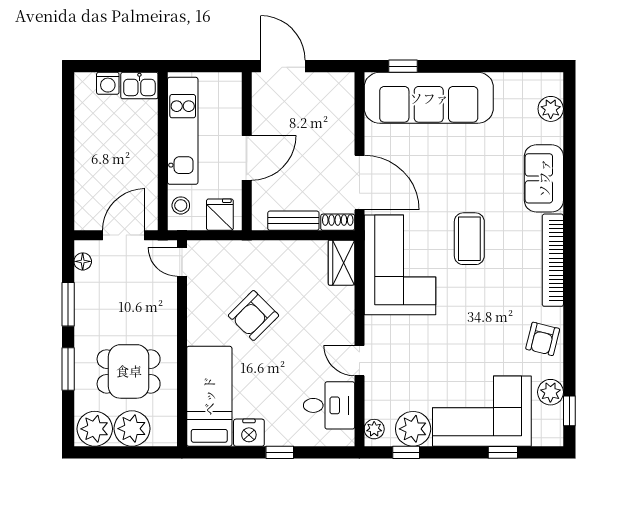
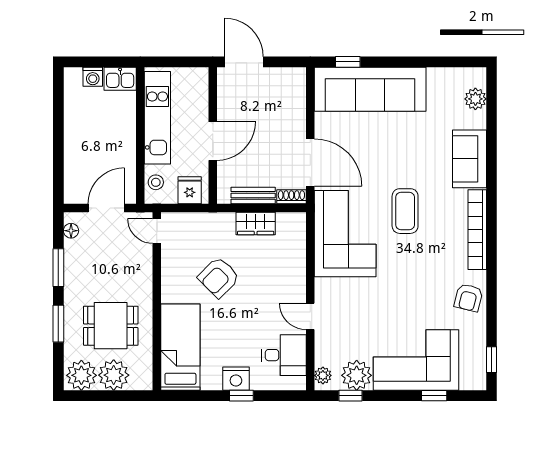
wardrobe: (342, 263) -> (256, 223), moved, turned -90
plant: (550, 392) -> (475, 344), removed
nightstand: (249, 433) -> (236, 379), moved

